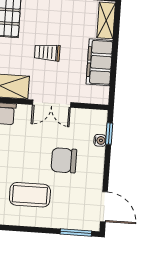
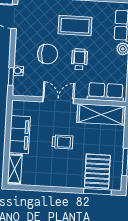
wheelchair: (25, 153) -> (79, 59), added

